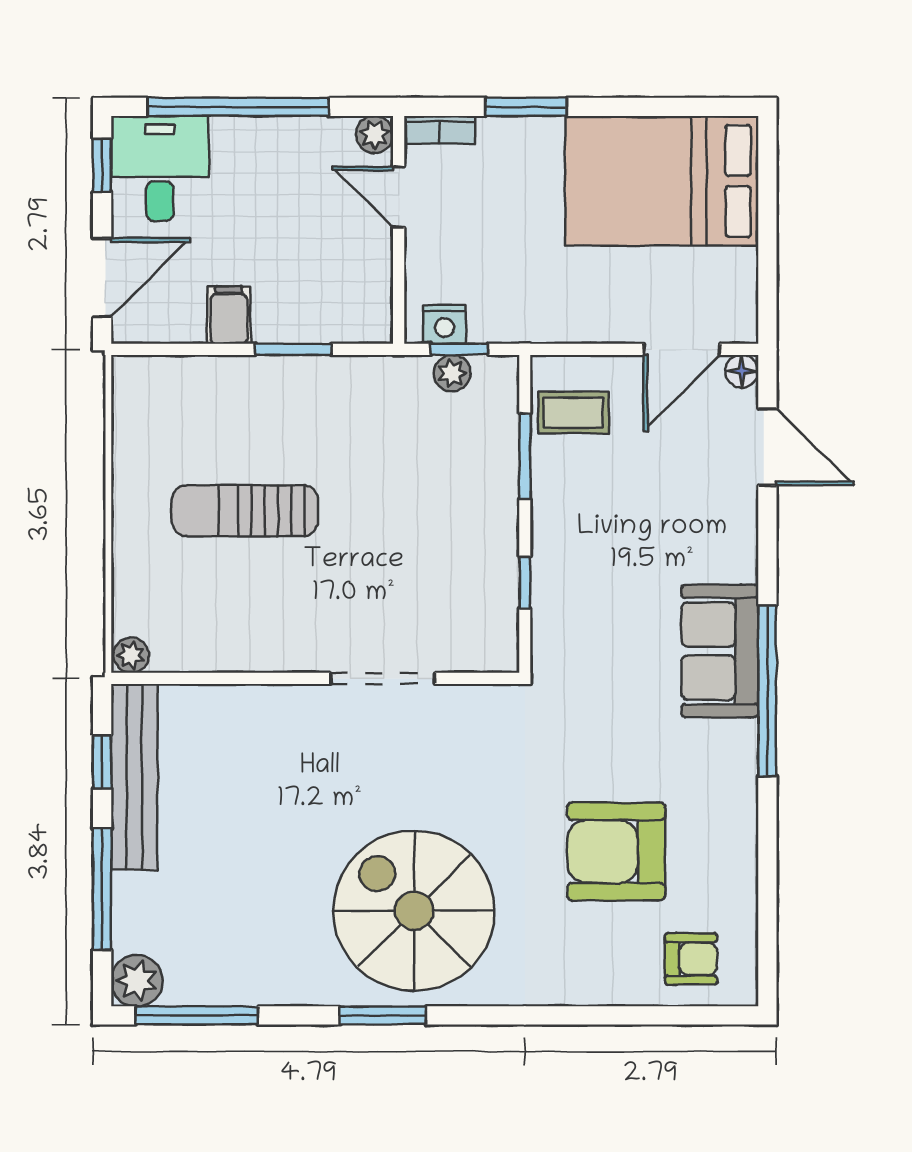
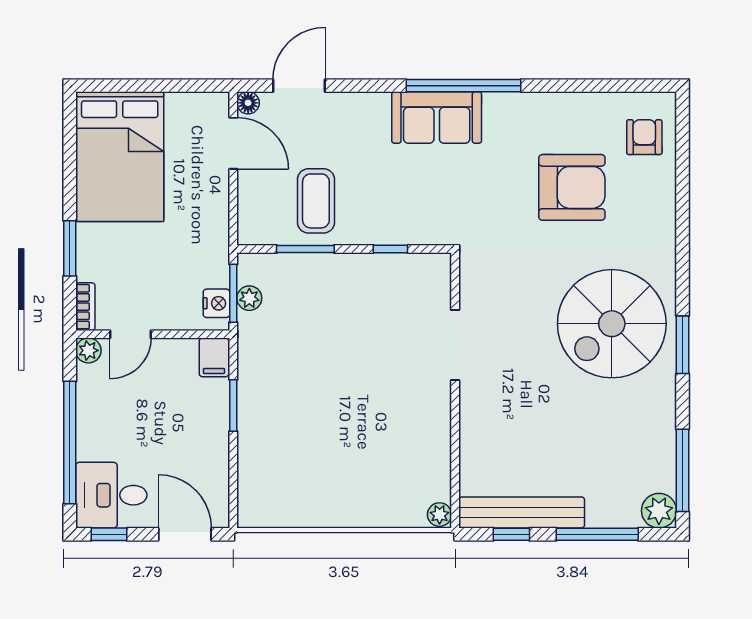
filing cabinet: (229, 315) -> (214, 357), moved, turned -90
window: (459, 349) -> (233, 293), width x1.50
coffee table: (573, 412) -> (316, 201), moved, width x1.36, depth x1.30
sun lounger: (245, 511) -> (342, 438), removed
armchair: (616, 851) -> (572, 187), turned -90

